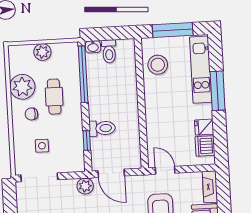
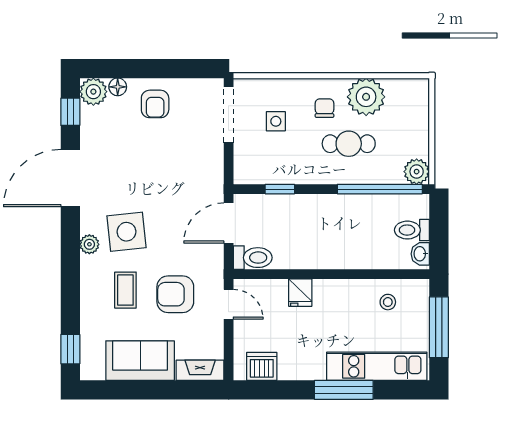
washbasin: (93, 47) -> (420, 254), moved
plant: (42, 52) -> (417, 172), moved
stool: (158, 65) -> (388, 302), width x0.53, depth x0.53
fridge: (204, 127) -> (300, 293), moved, turned 180
toilet: (102, 128) -> (253, 258), moved, turned -90
door: (165, 170) -> (229, 304), hinge flipped
plant: (85, 186) -> (212, 183), removed

